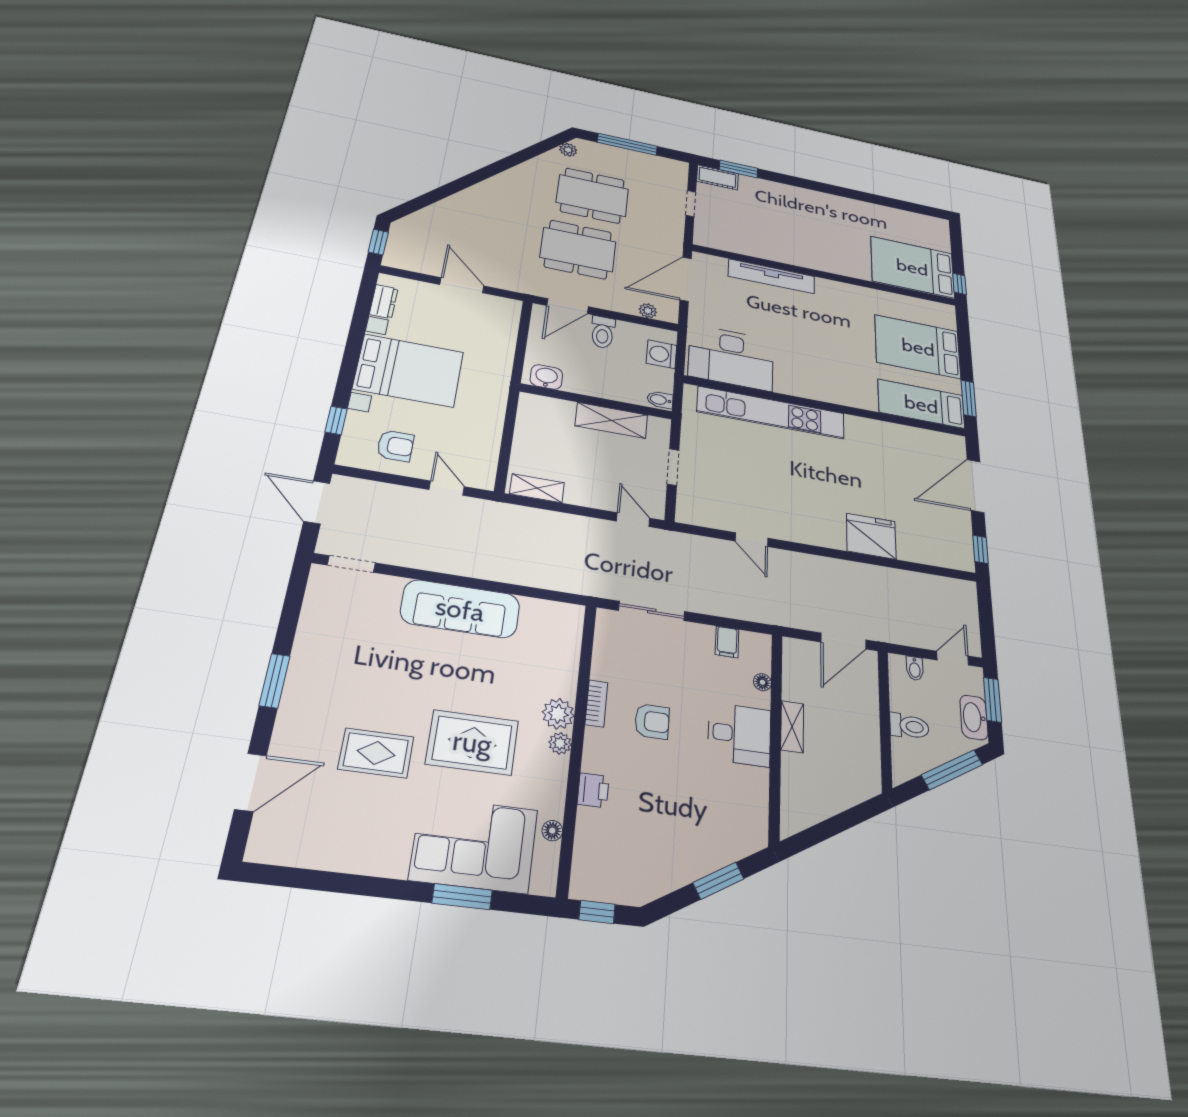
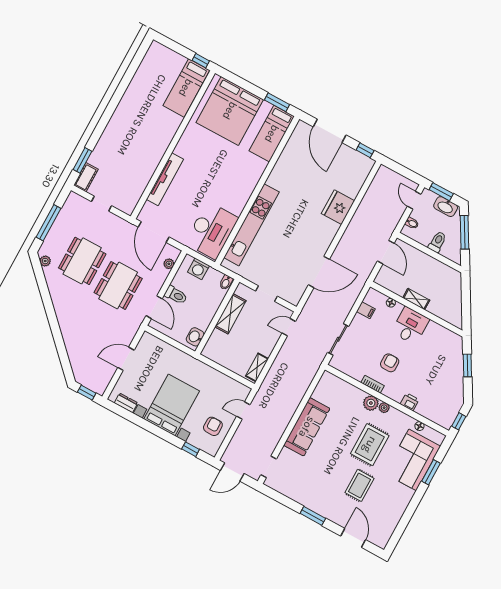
bed: (912, 267) -> (186, 88), width x0.67
bed: (918, 347) -> (230, 111), width x1.36
door: (752, 540) -> (319, 272), width x1.87

